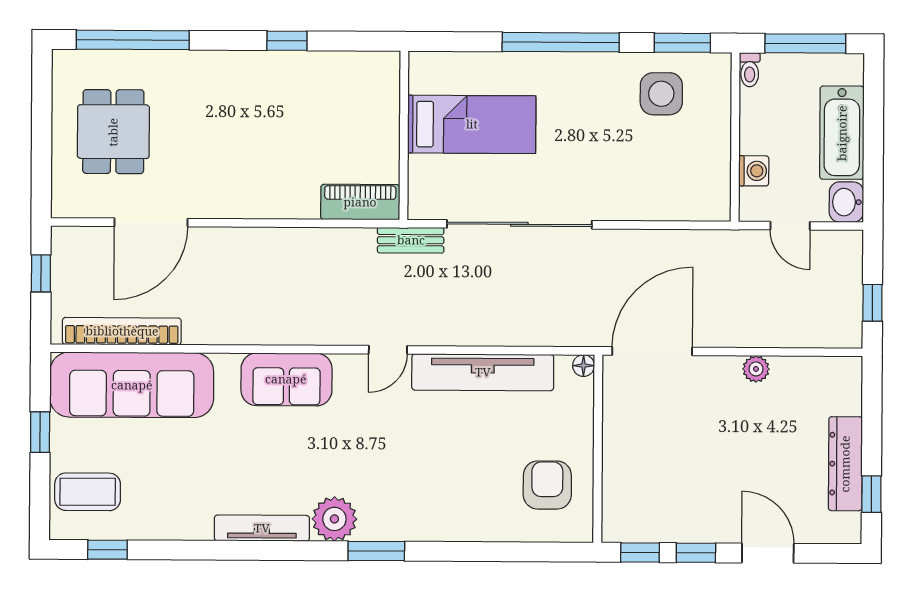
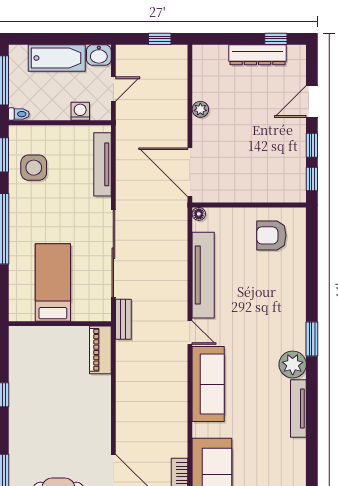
tv unit: (666, 207) -> (102, 164), added
sofa: (286, 379) -> (208, 384), width x1.36

